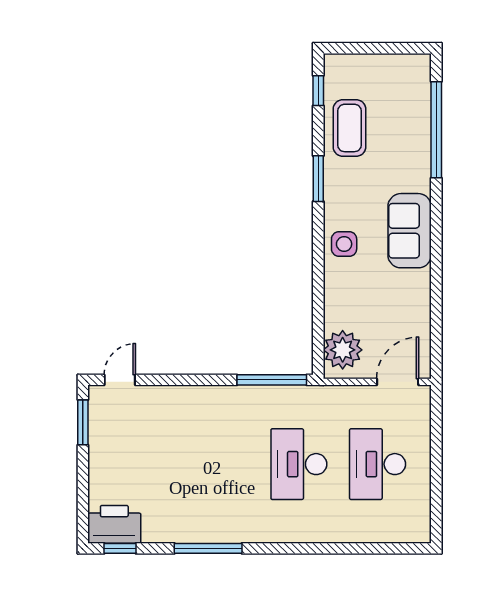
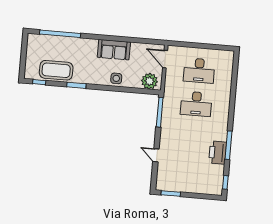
coffee table: (349, 128) -> (56, 70), width x1.36, depth x1.32
sofa: (410, 231) -> (114, 50), moved
side table: (344, 244) -> (116, 78), moved
door: (120, 380) -> (156, 155), moved
printer: (114, 524) -> (218, 153), moved

